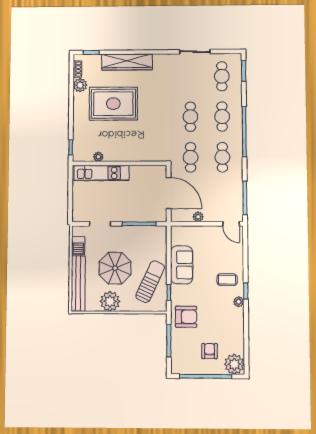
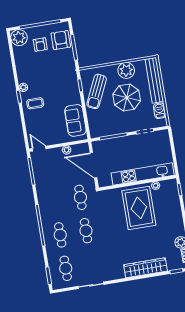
rug: (113, 104) -> (139, 208), moved, turned 90
cafe table: (222, 157) -> (55, 202), removed
kitchen unit: (102, 173) -> (143, 174), width x1.36
sofa: (182, 265) -> (75, 120), moved
armchair: (186, 317) -> (61, 40), moved, turned 90

